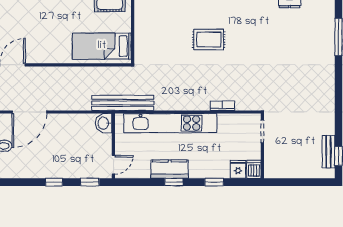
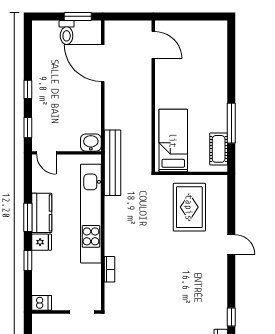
rug: (209, 40) -> (189, 207), moved, width x1.36, depth x1.43
fridge: (238, 169) -> (42, 242), moved
window: (174, 182) -> (28, 217), width x1.50

